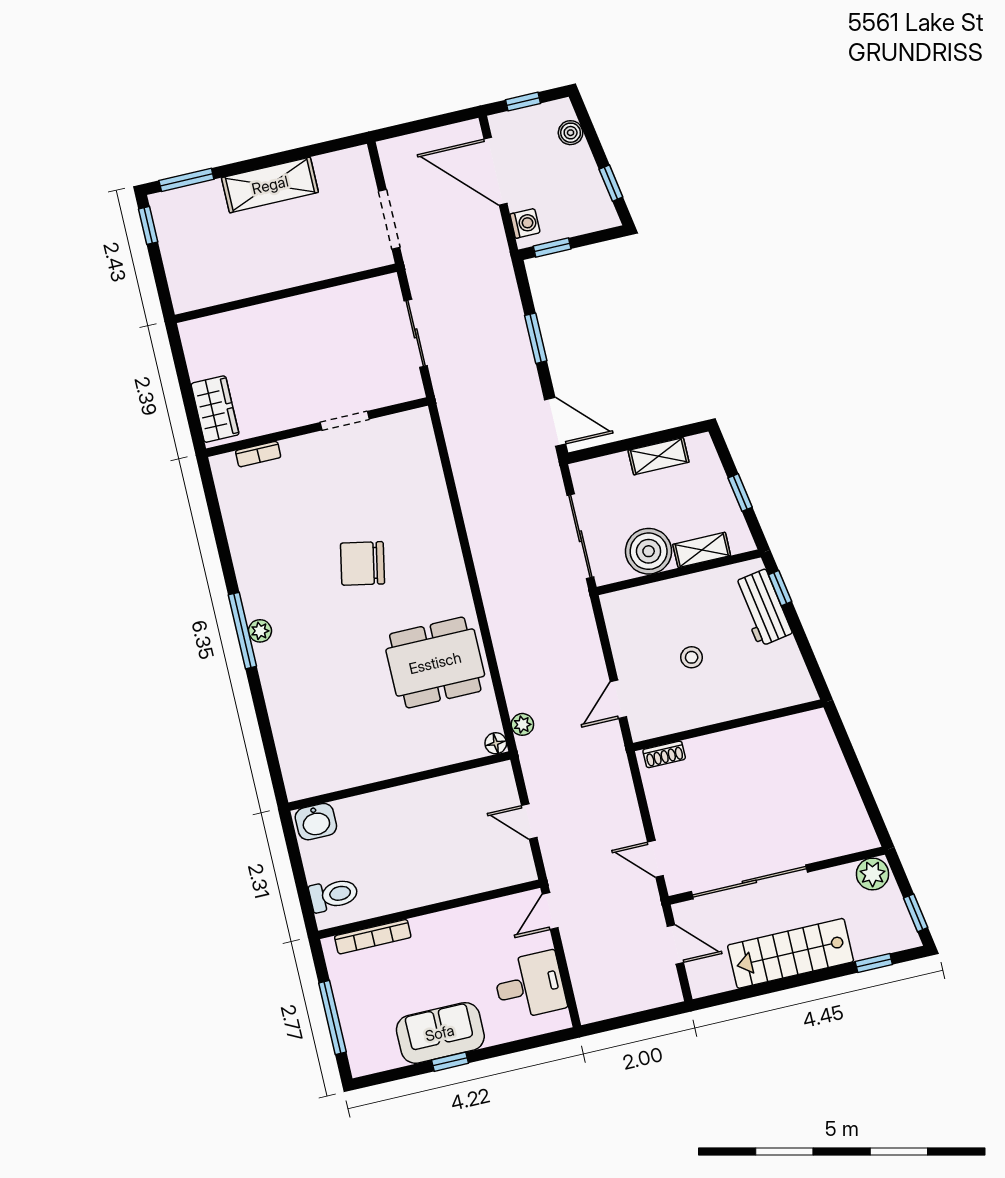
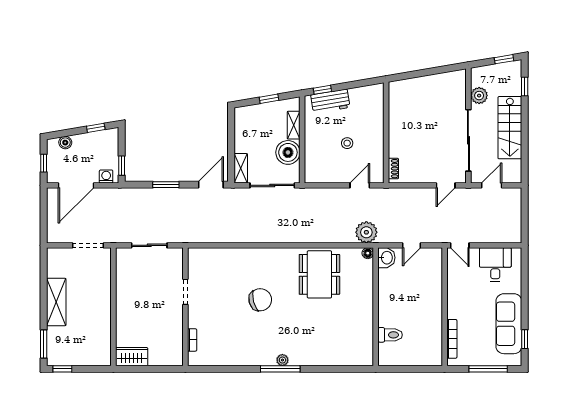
wardrobe: (215, 409) -> (132, 357), moved
shelving: (659, 456) -> (241, 168), moved
chair: (362, 563) -> (260, 300), turned -116
door: (618, 699) -> (360, 185), swing flipped
plant: (522, 724) -> (366, 232), width x1.87, depth x1.87
washbasin: (316, 822) -> (386, 258), moved
plant: (873, 874) -> (479, 96), moved
toilet: (334, 895) -> (390, 335), moved, turned 90
sofa: (440, 1033) -> (509, 324), width x1.36
window: (450, 1062) -> (525, 339), moved

